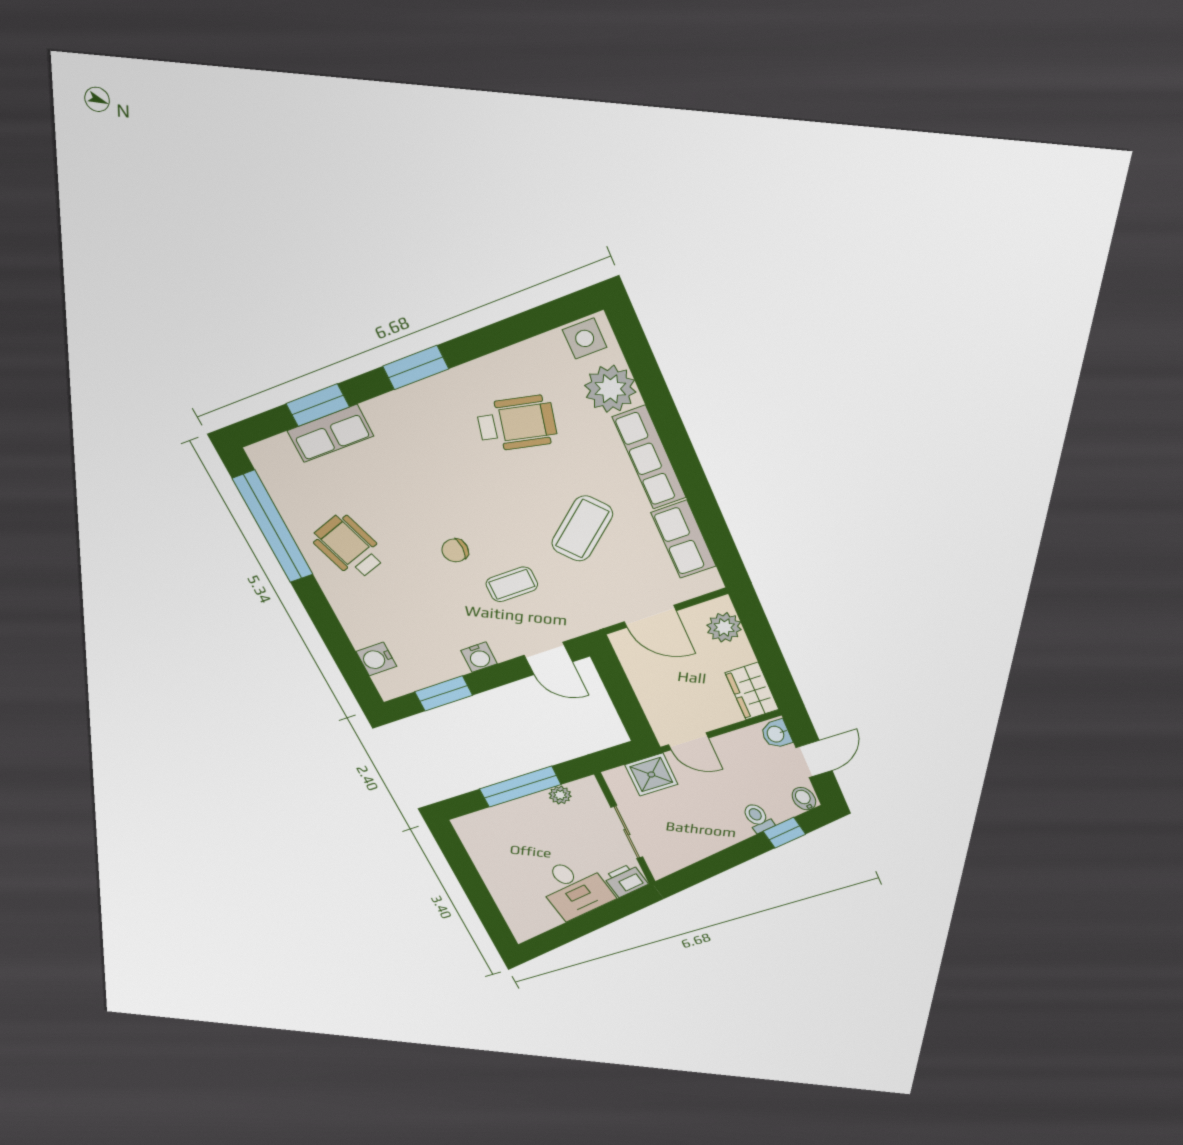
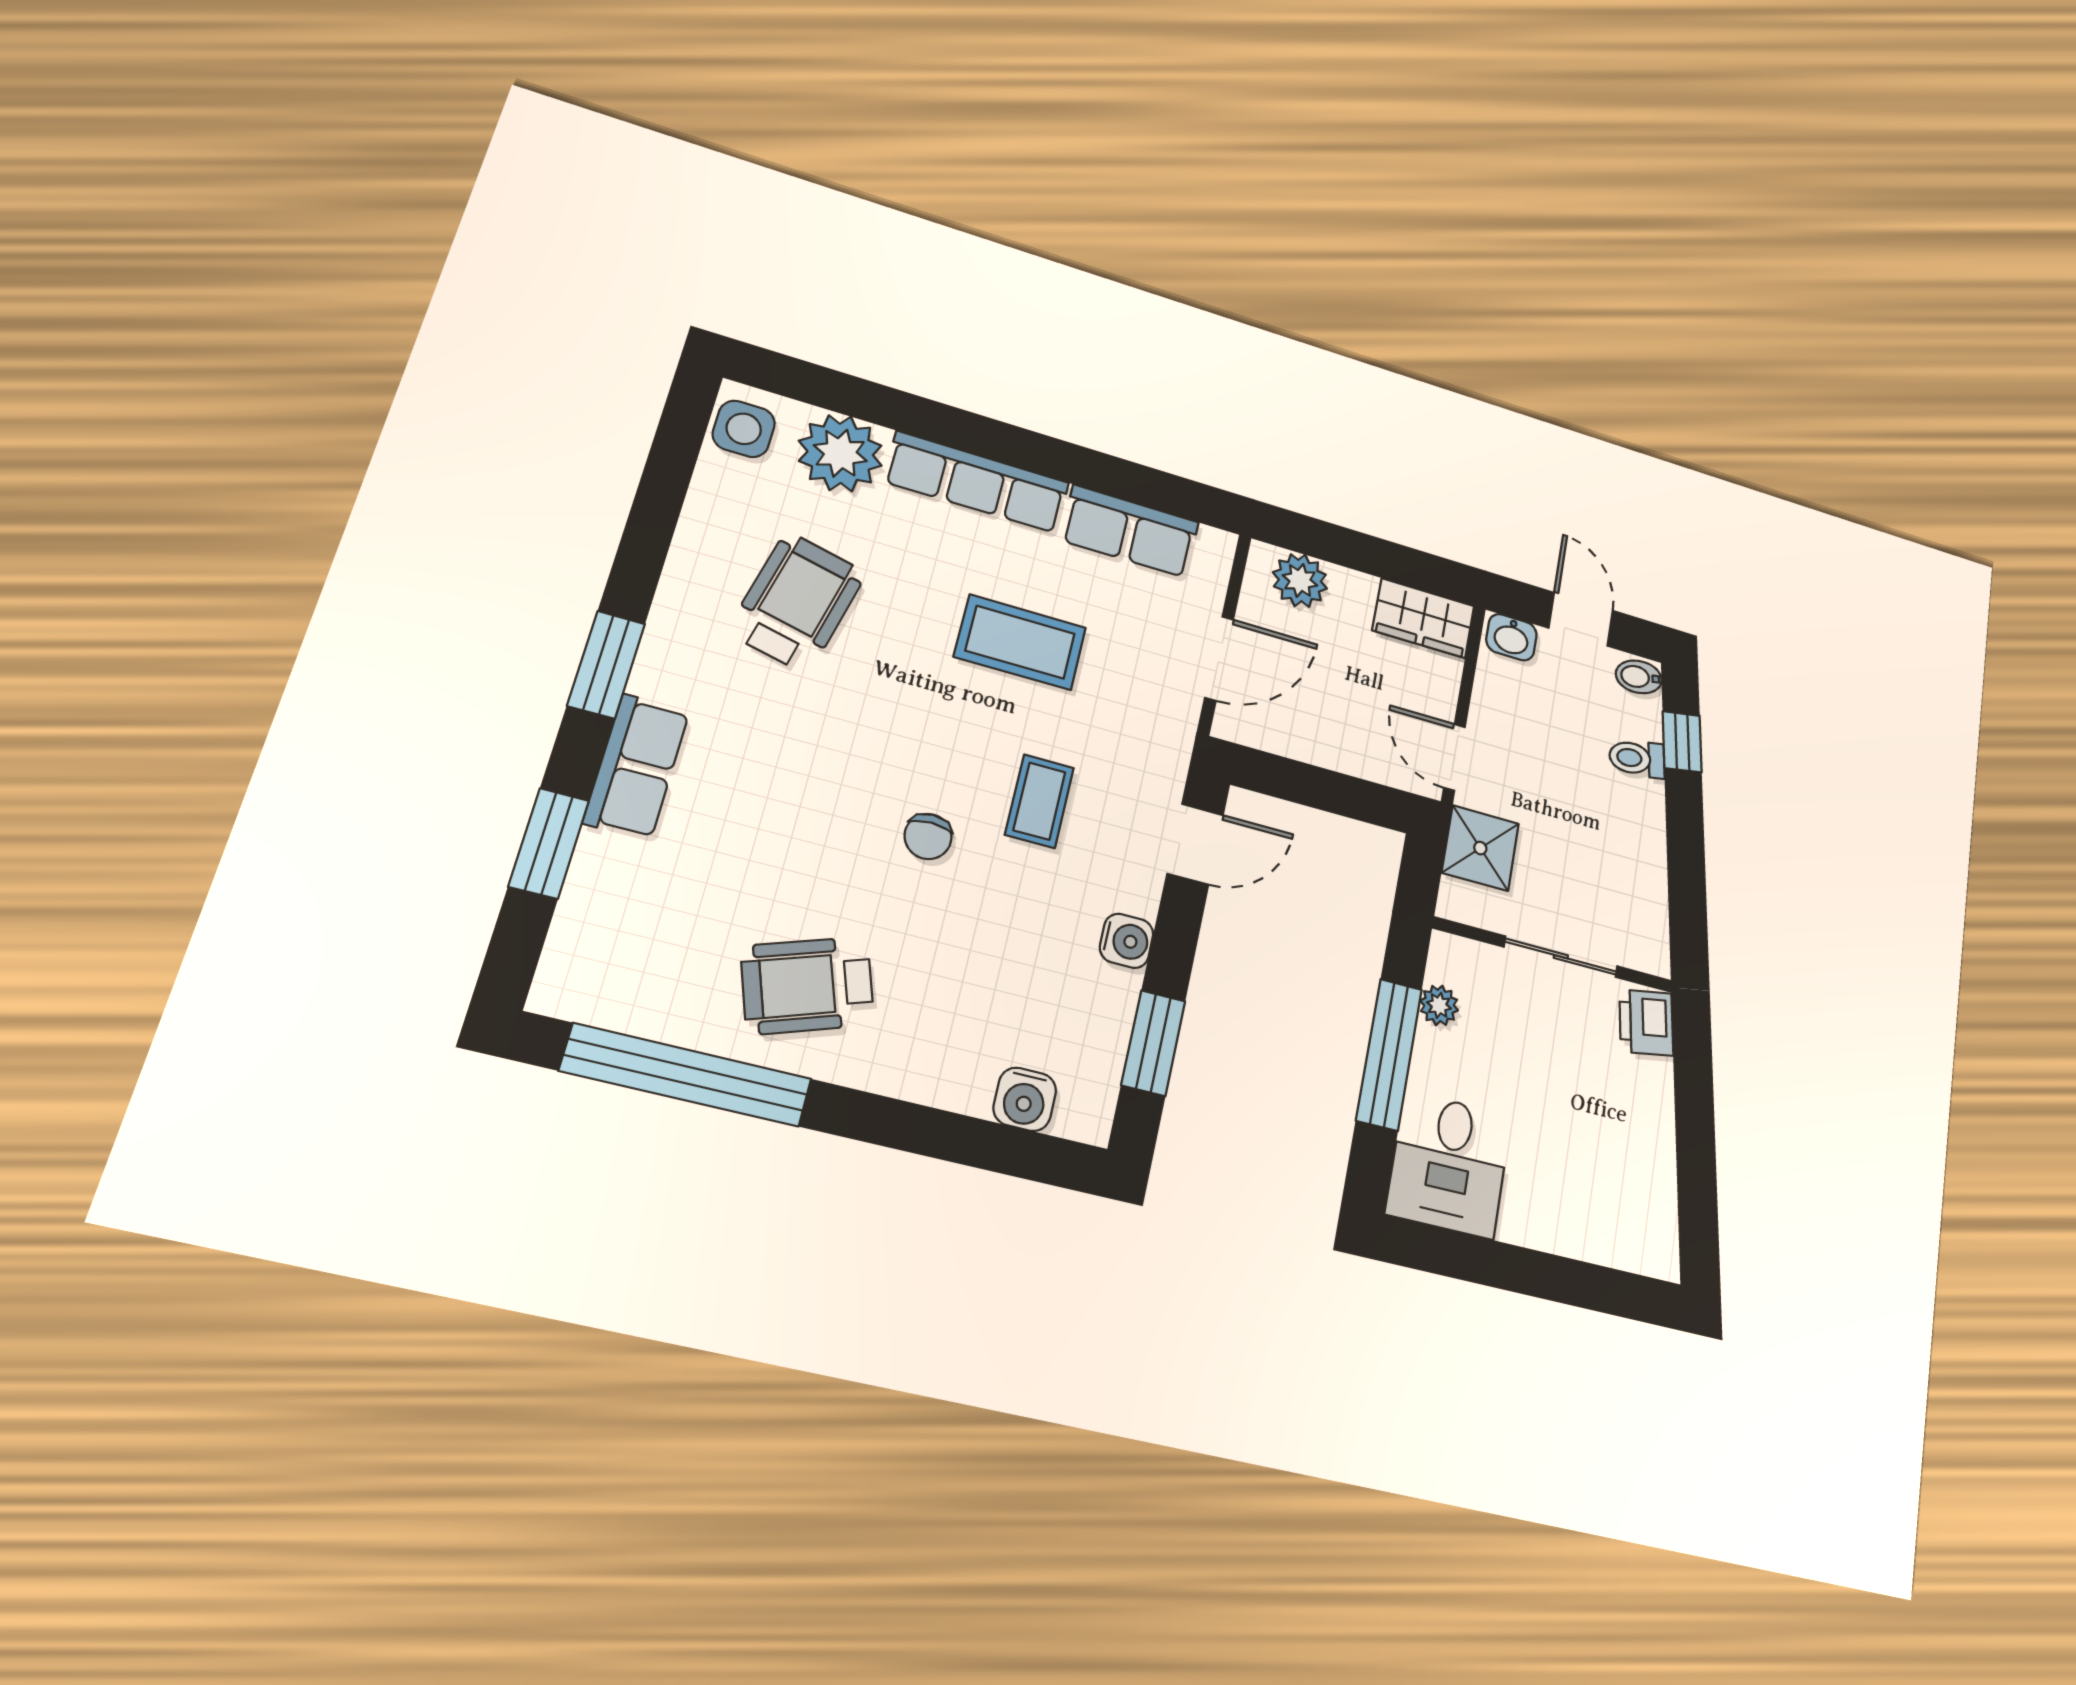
row of seats: (330, 433) -> (637, 767), moved
coffee table: (582, 529) -> (1020, 642), turned -50
door: (688, 741) -> (1454, 757), swing flipped
desk: (574, 888) -> (1449, 1164), moved, turned 100

